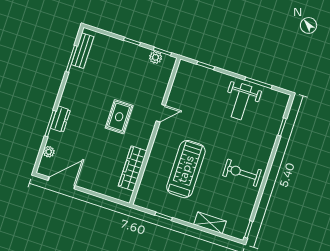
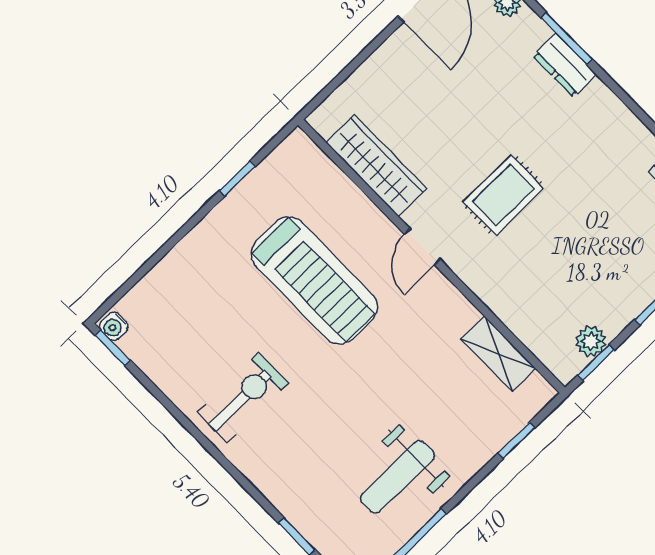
weight bench: (241, 102) -> (398, 477), turned -90
door: (161, 113) -> (422, 247), moved
rug: (119, 117) -> (503, 195), turned 90
shelving: (210, 223) -> (498, 354), moved, turned 90
water cooler: (241, 233) -> (114, 326), added

